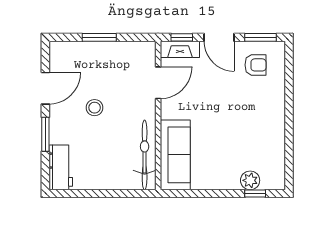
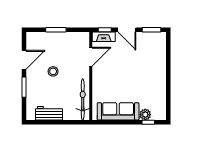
armchair: (256, 65) -> (149, 46), removed
sofa: (175, 155) -> (118, 111), moved, turned -90
workbench: (61, 167) -> (49, 113), moved, turned -90

